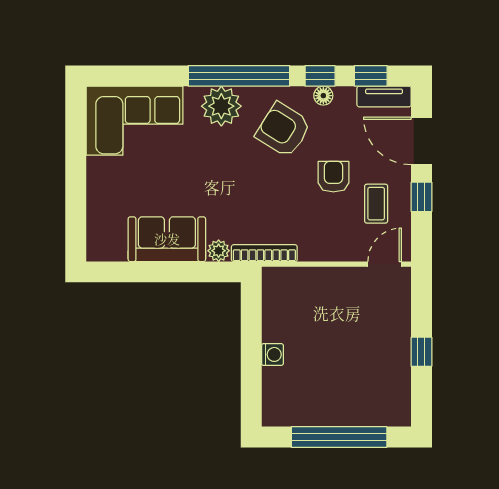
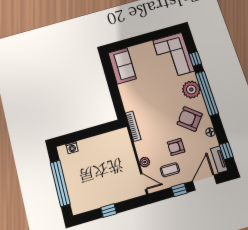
window: (320, 76) -> (195, 59), moved
armchair: (283, 130) -> (190, 119), turned -83
armchair: (333, 177) -> (176, 147), turned 180
sofa: (167, 239) -> (122, 66), moved
plant: (219, 251) -> (145, 162), moved
washing machine: (272, 354) -> (72, 148), moved

